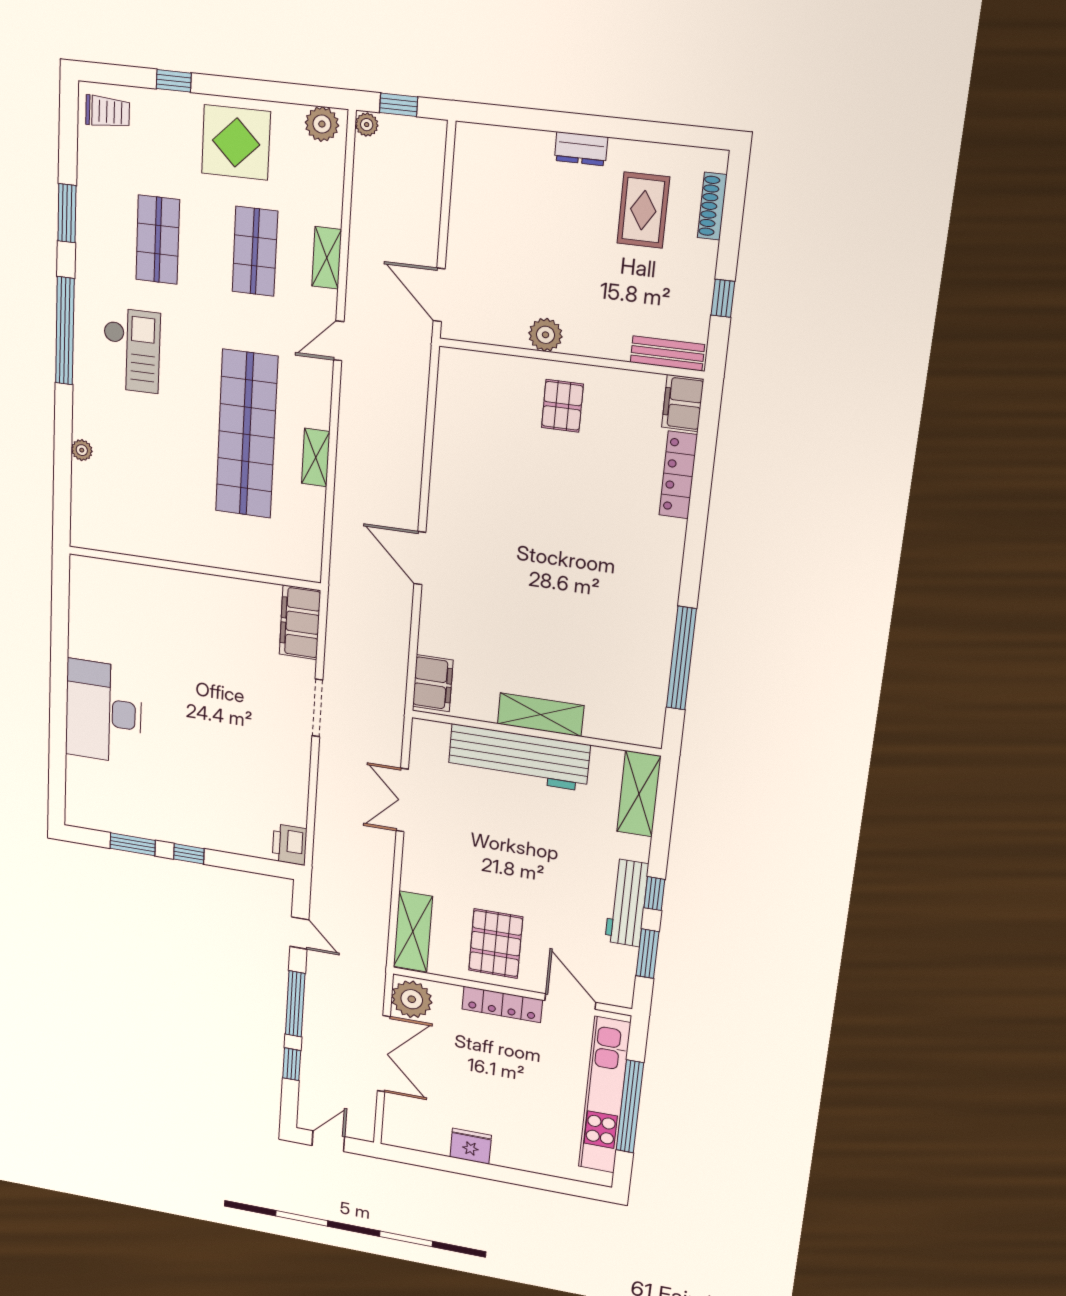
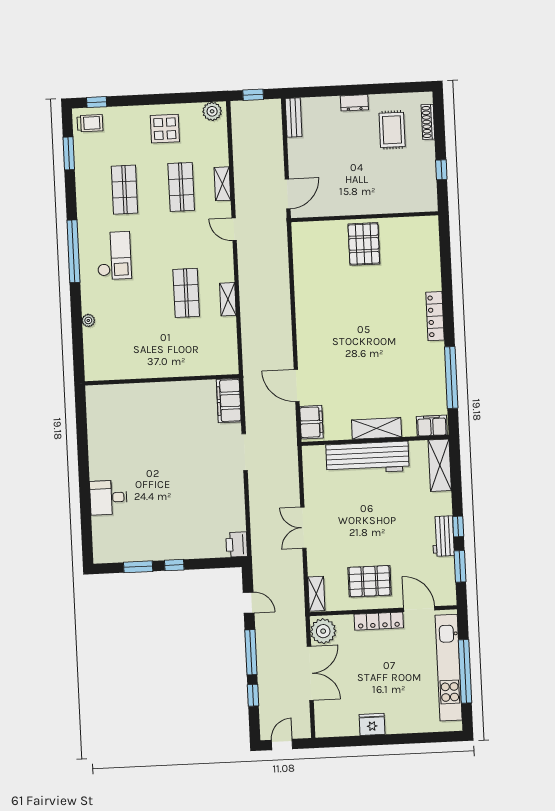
window: (174, 81) -> (97, 102), moved
plant: (367, 125) -> (237, 108), removed
display table: (236, 142) -> (165, 129), width x0.73, depth x0.73
window: (67, 213) -> (69, 153), moved
door: (439, 295) -> (288, 194), swing flipped
plant: (546, 335) -> (349, 206), removed
door: (339, 341) -> (234, 229), hinge flipped
bench: (667, 353) -> (294, 117), moved, turned 90
filing cabinet: (683, 403) -> (432, 426), moved, turned 90
pallet: (562, 406) -> (364, 244), width x1.50, depth x1.42
shop shelf: (247, 434) -> (186, 293), width x0.50, depth x0.74
locker: (678, 475) -> (435, 316), moved
door: (420, 558) -> (297, 385), moved
desk: (104, 712) -> (108, 498), width x0.53, depth x0.77
double door: (402, 800) -> (303, 528), moved
workbench: (627, 903) -> (443, 536), width x0.73
shelving: (413, 932) -> (316, 594), width x0.67, depth x0.75
pallet: (496, 944) -> (370, 581), turned 90

